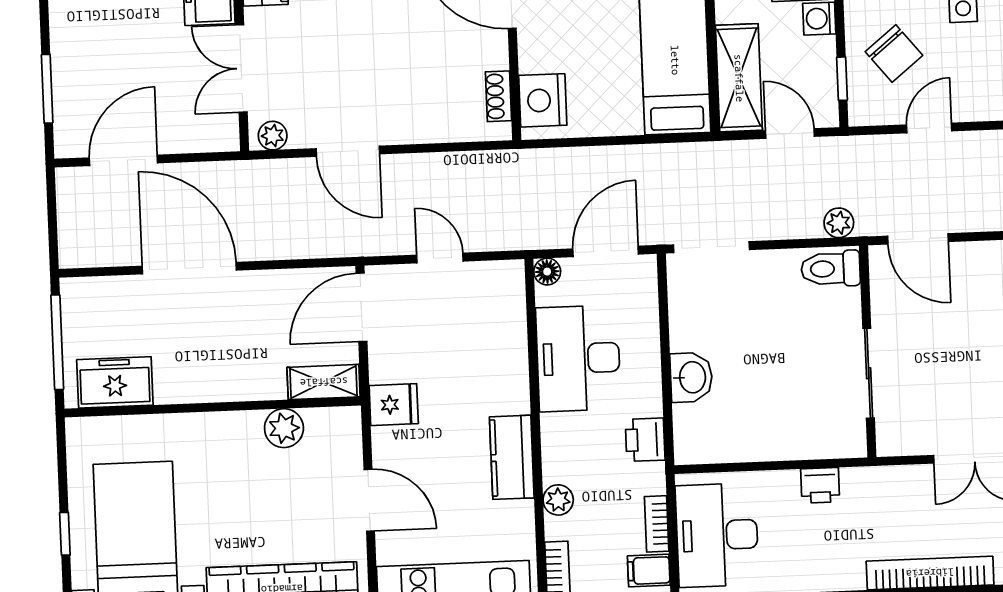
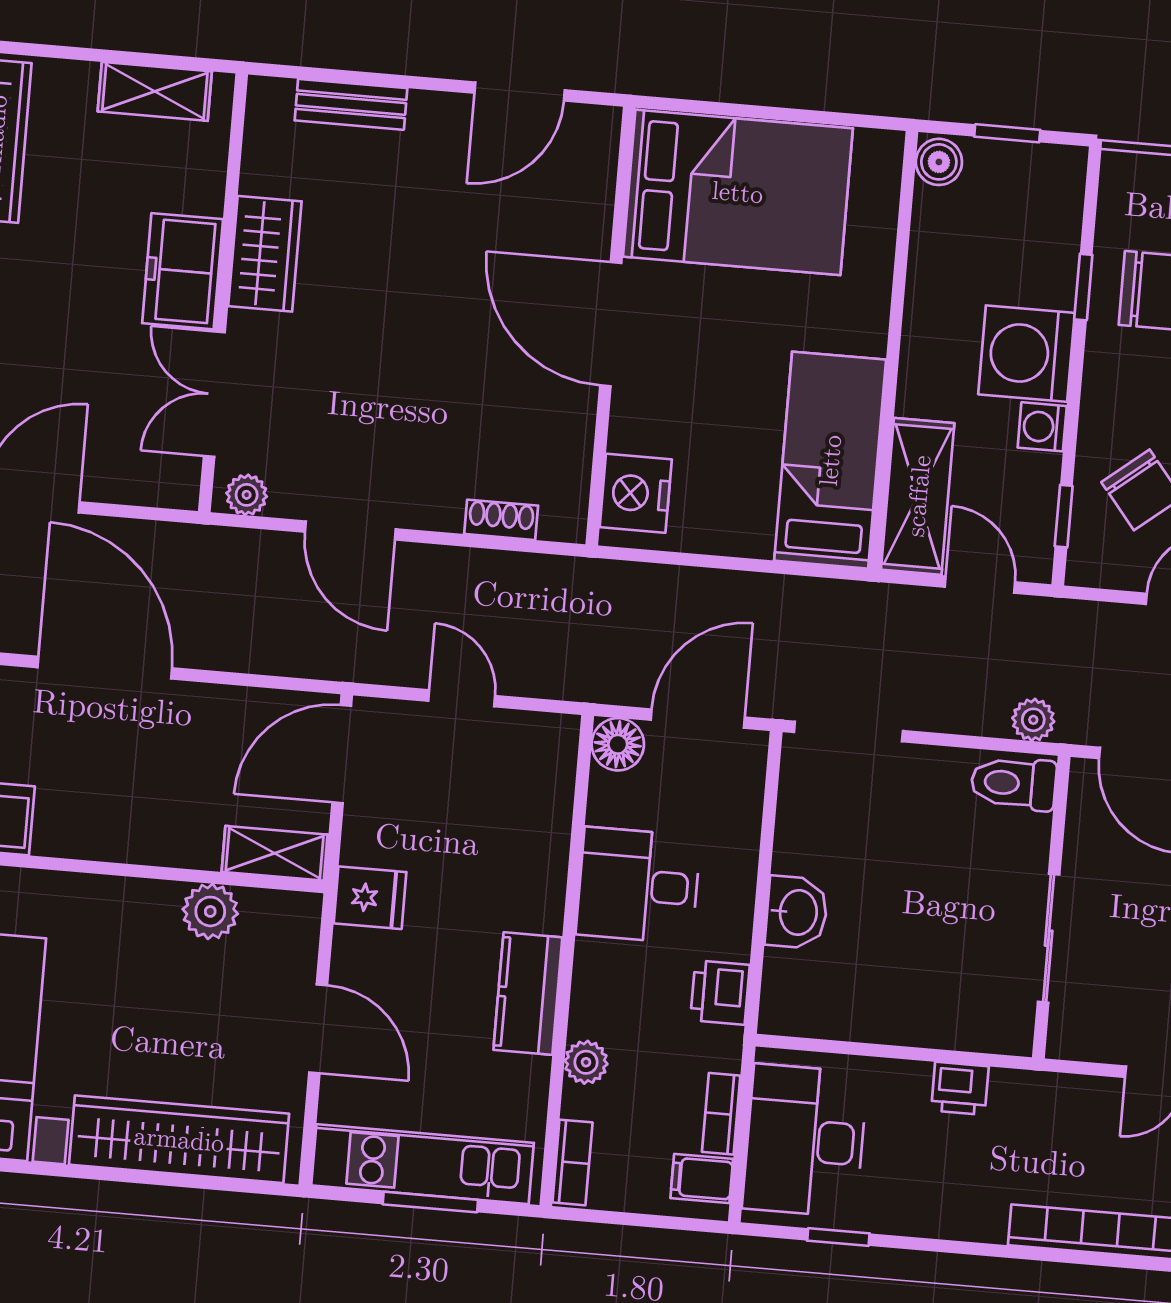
shoe rack: (498, 96) -> (501, 520), moved, turned 90
floor lamp: (547, 272) -> (618, 744), width x1.37, depth x1.37
desk: (578, 358) -> (638, 885), width x0.73

